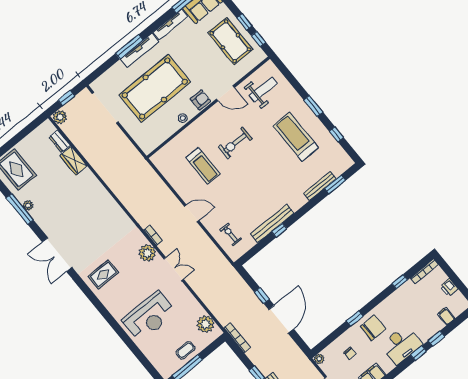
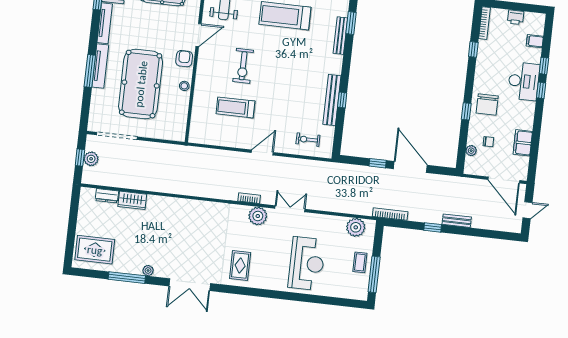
plant: (60, 117) -> (91, 159), moved
treadmill: (203, 166) -> (235, 107), turned 180
plant: (28, 205) -> (148, 271), moved
chair: (373, 328) -> (487, 105), turned 180
desk: (401, 345) -> (524, 81), moved
plant: (319, 359) -> (471, 151), moved

